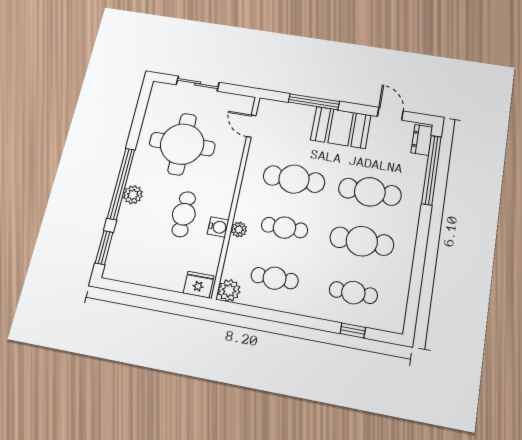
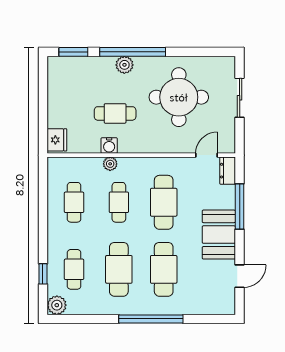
dresser: (422, 140) -> (228, 171), moved, turned -90
window: (431, 170) -> (151, 319), moved
plant: (229, 290) -> (57, 305), moved

